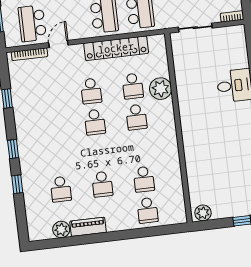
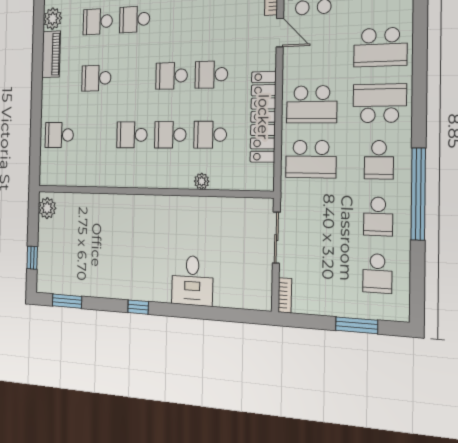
plant: (161, 89) -> (202, 181), width x0.53, depth x0.53
school desk: (57, 158) -> (135, 19), added
school desk: (144, 179) -> (132, 135), moved

